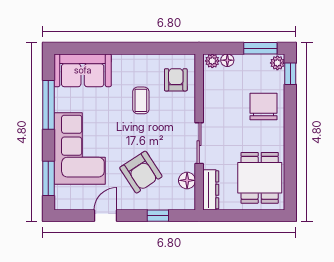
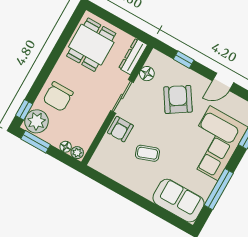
plant: (277, 63) -> (36, 121), width x1.88, depth x1.88
armchair: (176, 80) -> (120, 129), moved
coffee table: (141, 100) -> (147, 153), turned 70

